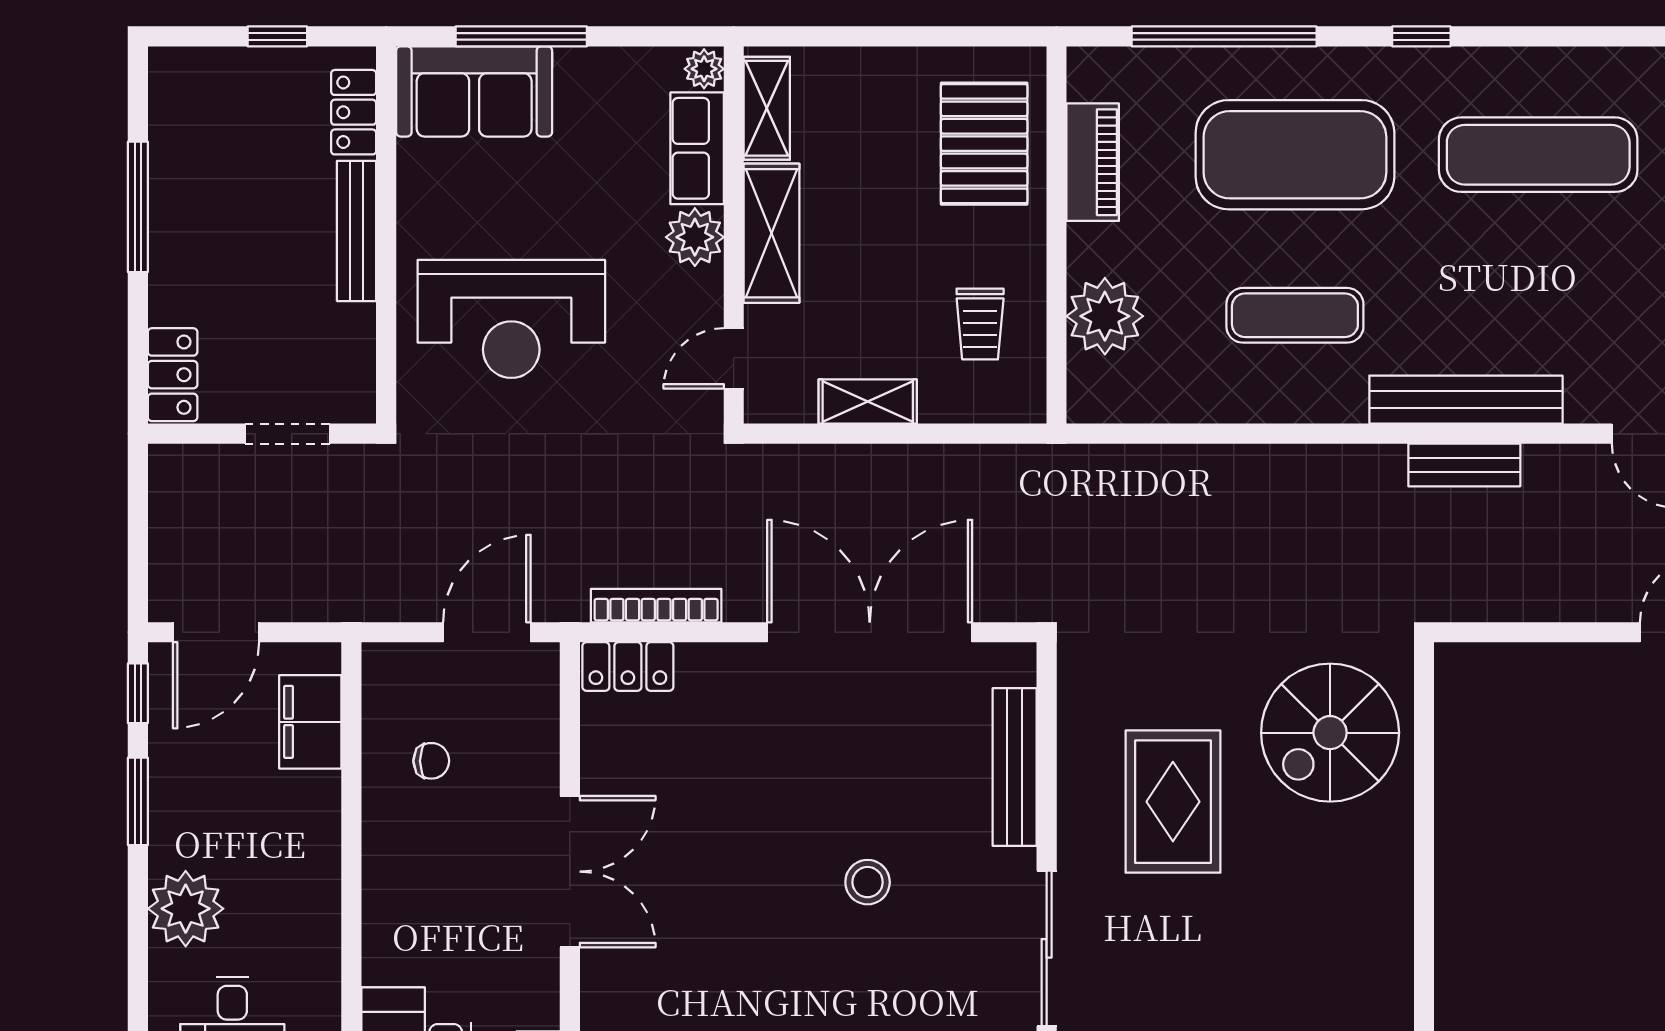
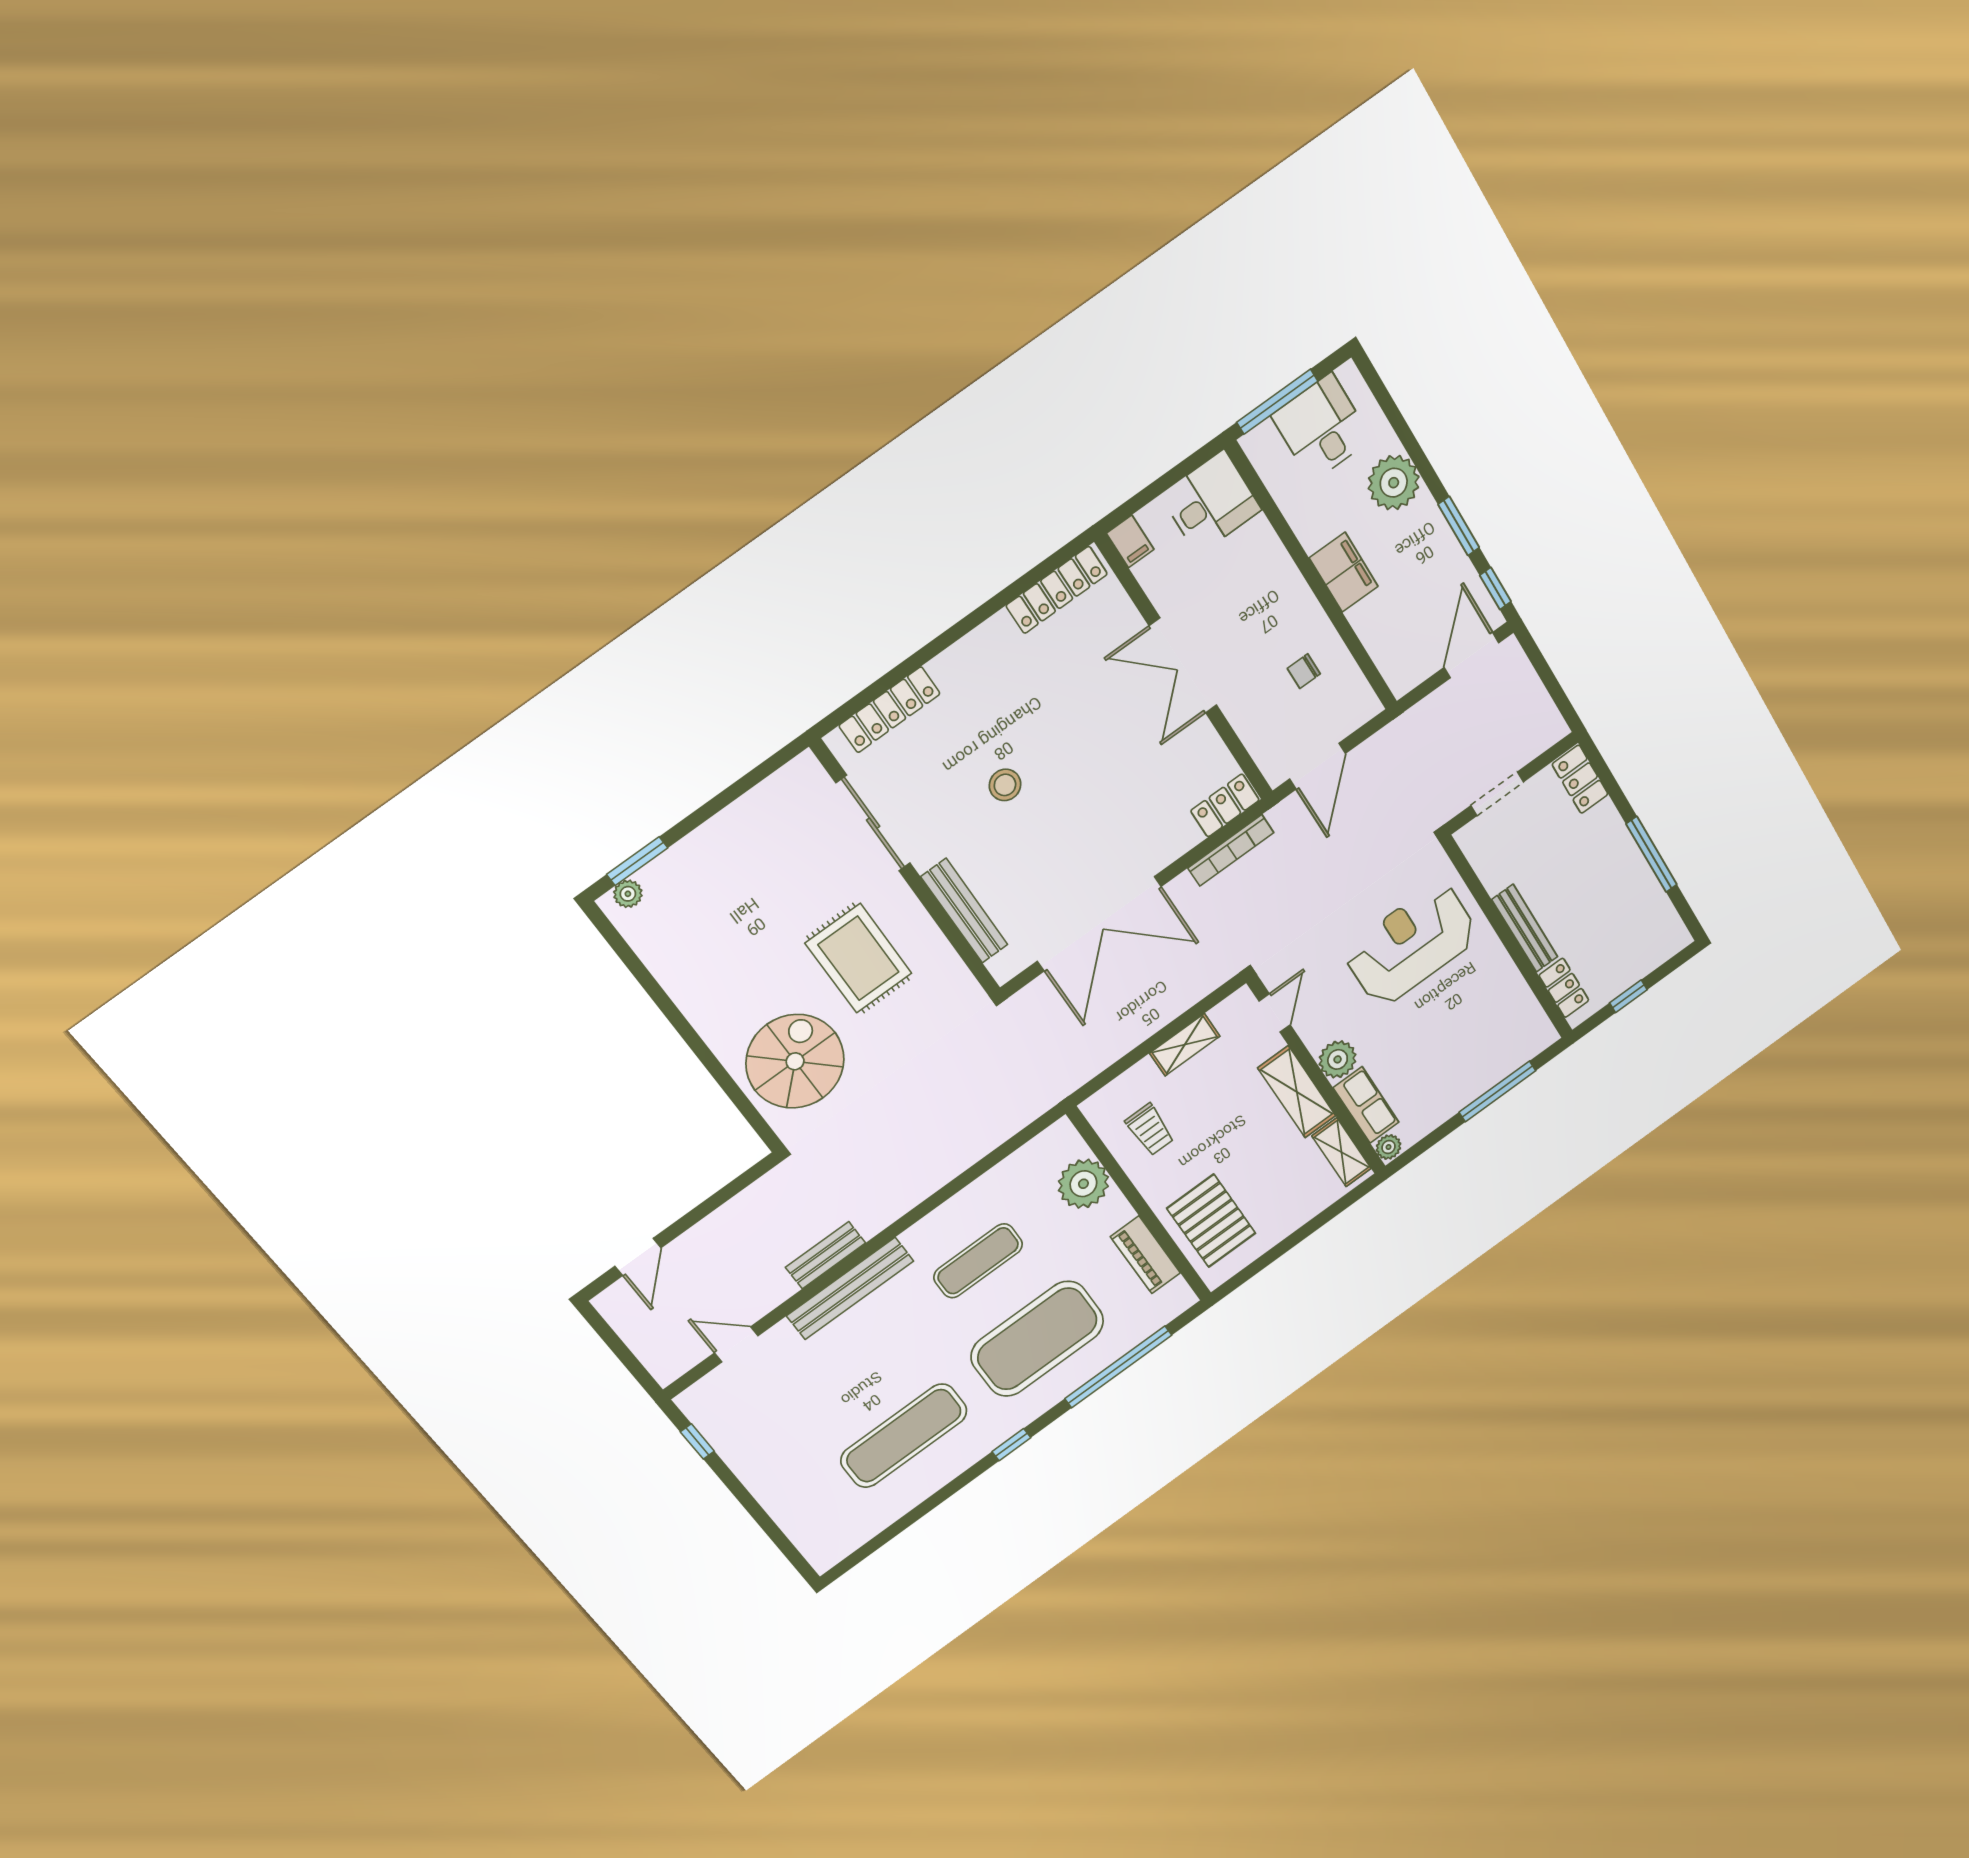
sofa: (474, 91) -> (1505, 1046), removed
trolley: (980, 324) -> (1150, 1130), turned 180
filing cabinet: (310, 722) -> (1344, 572), moved

